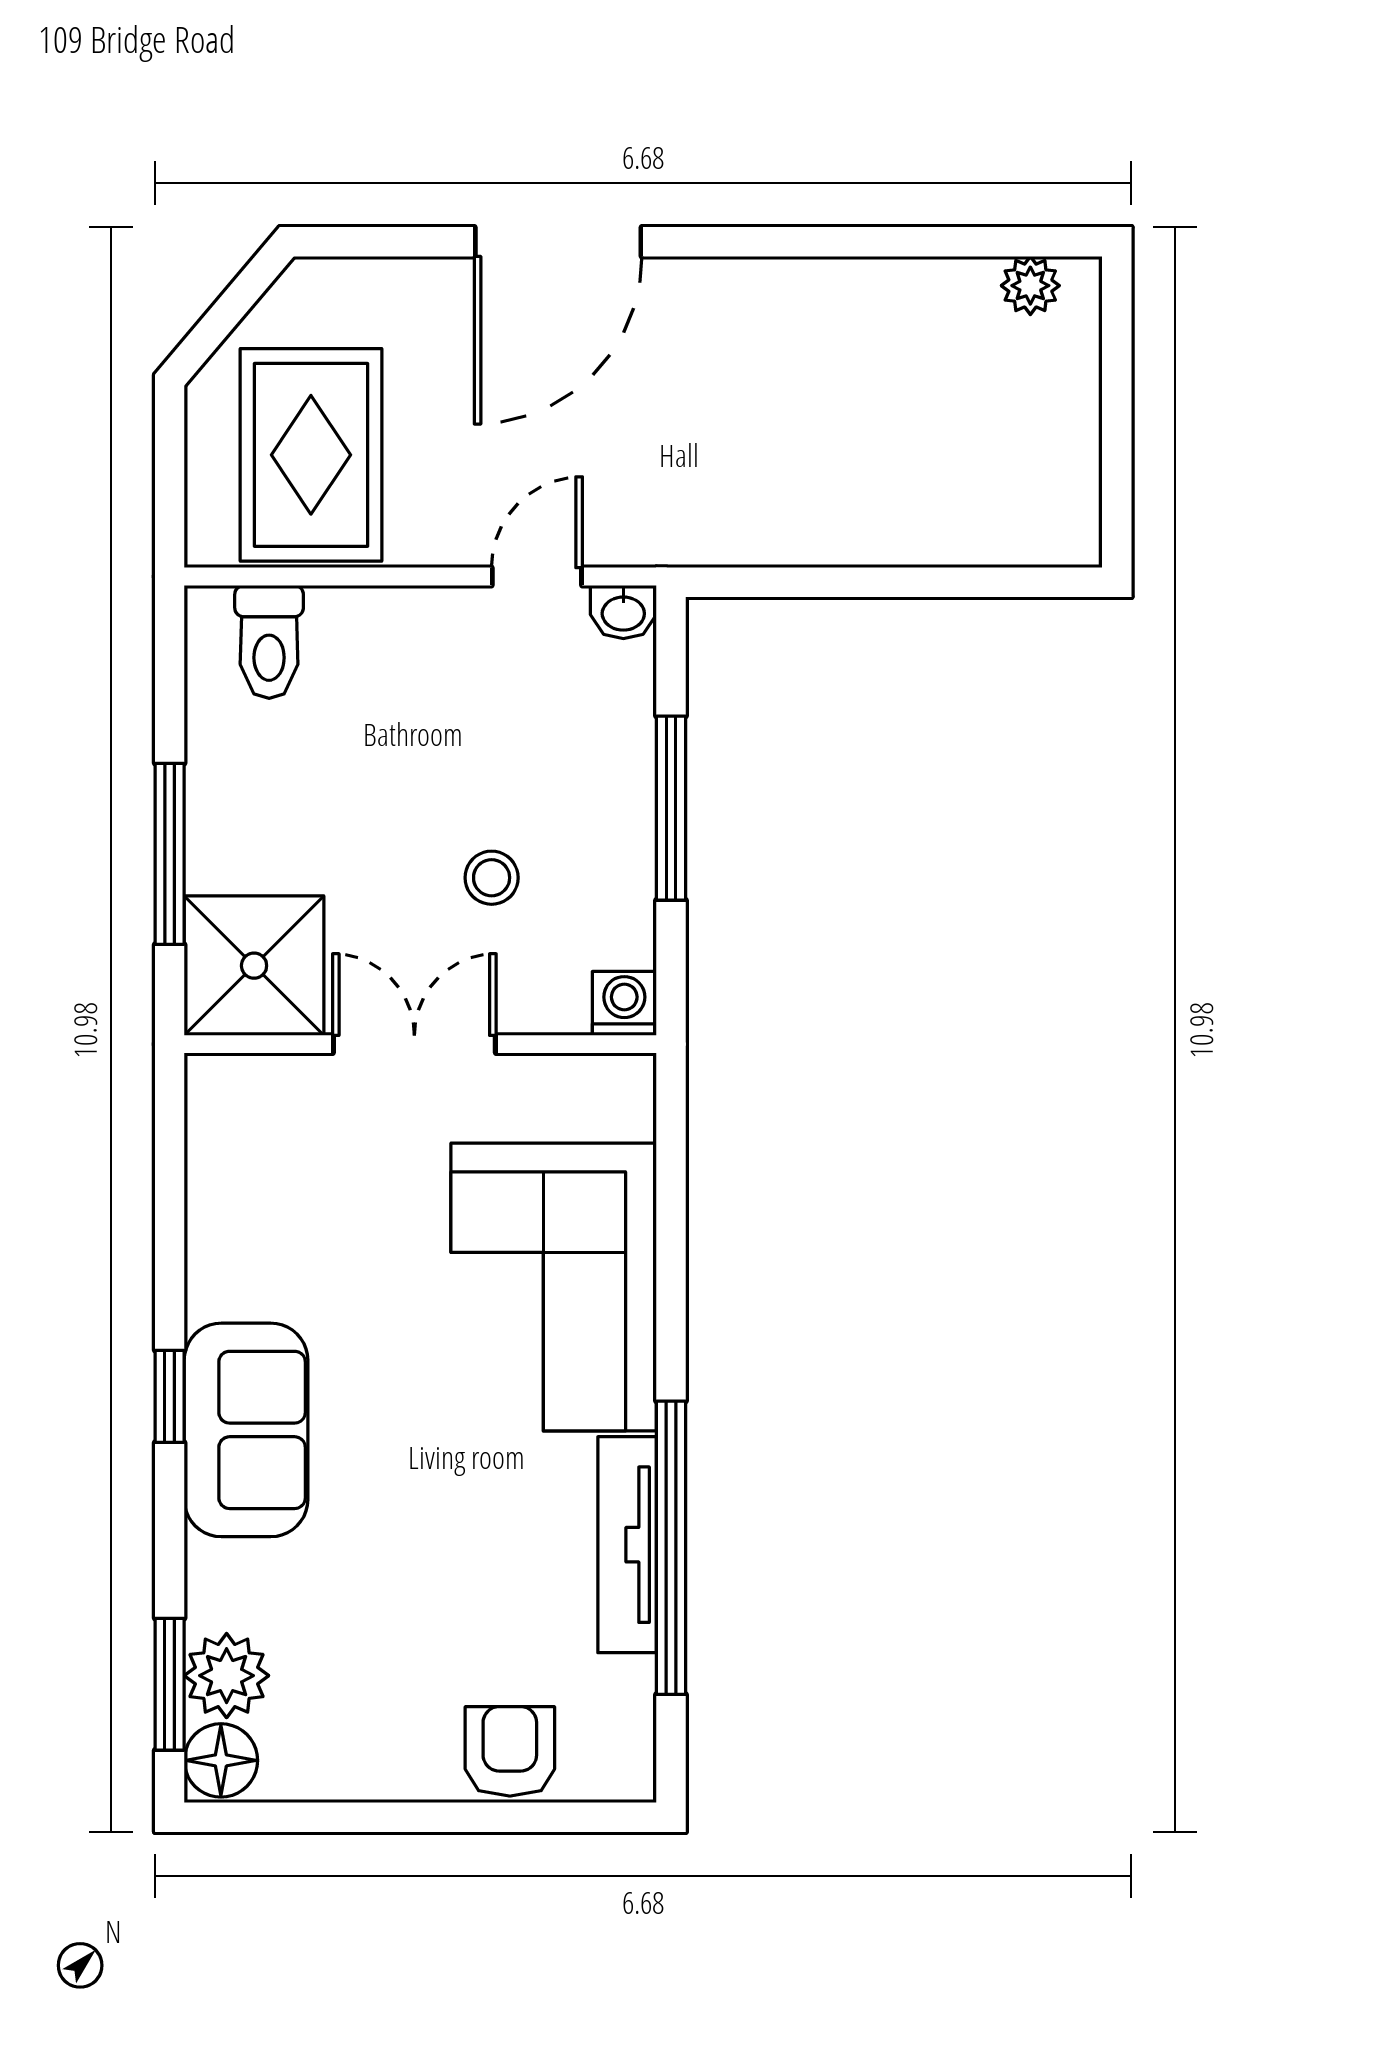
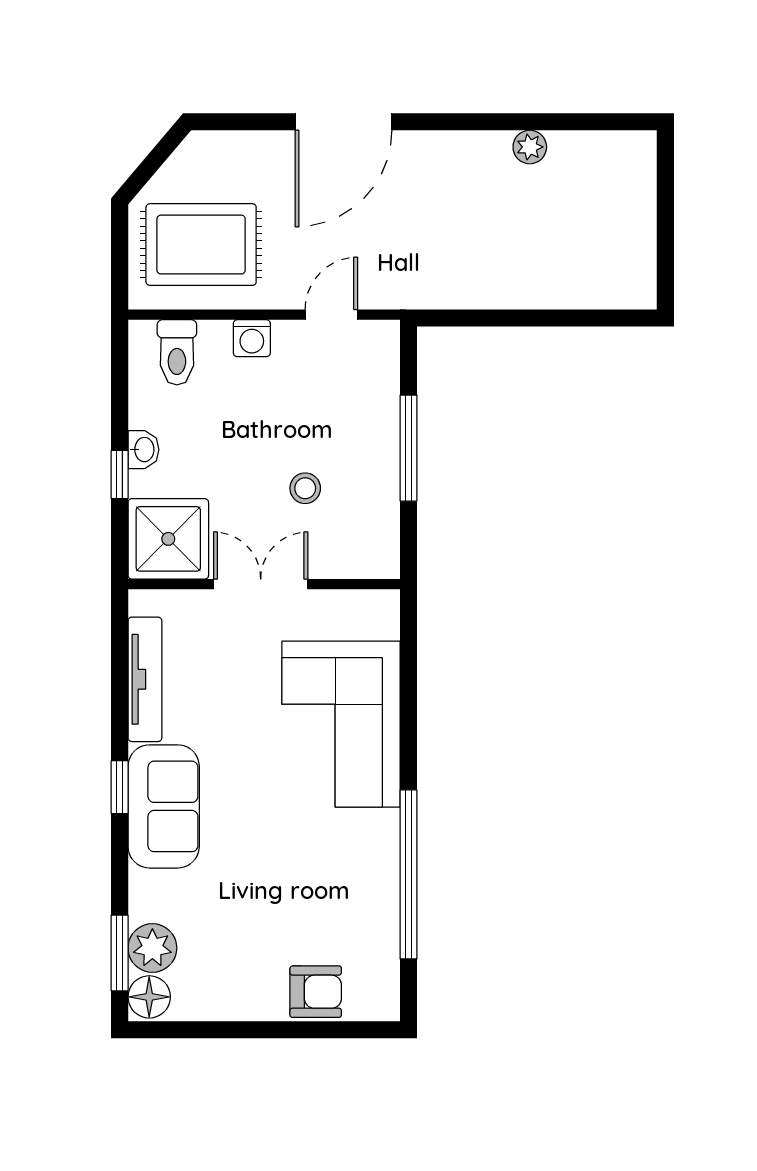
plant: (1030, 286) -> (530, 147), moved
rug: (311, 455) -> (201, 245), turned 90
washbasin: (623, 612) -> (143, 450), moved, turned -90
window: (170, 854) -> (120, 474), width x0.46
washing machine: (624, 1003) -> (252, 338), moved, turned 180
tv unit: (627, 1545) -> (145, 679), moved, turned 180
armchair: (510, 1751) -> (316, 992), turned 90

